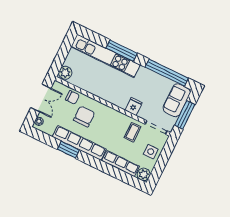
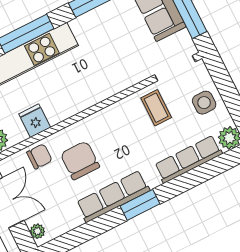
fridge: (134, 106) -> (35, 121), moved
row of seats: (79, 143) -> (113, 196), width x0.73
window: (68, 150) -> (140, 205), moved

